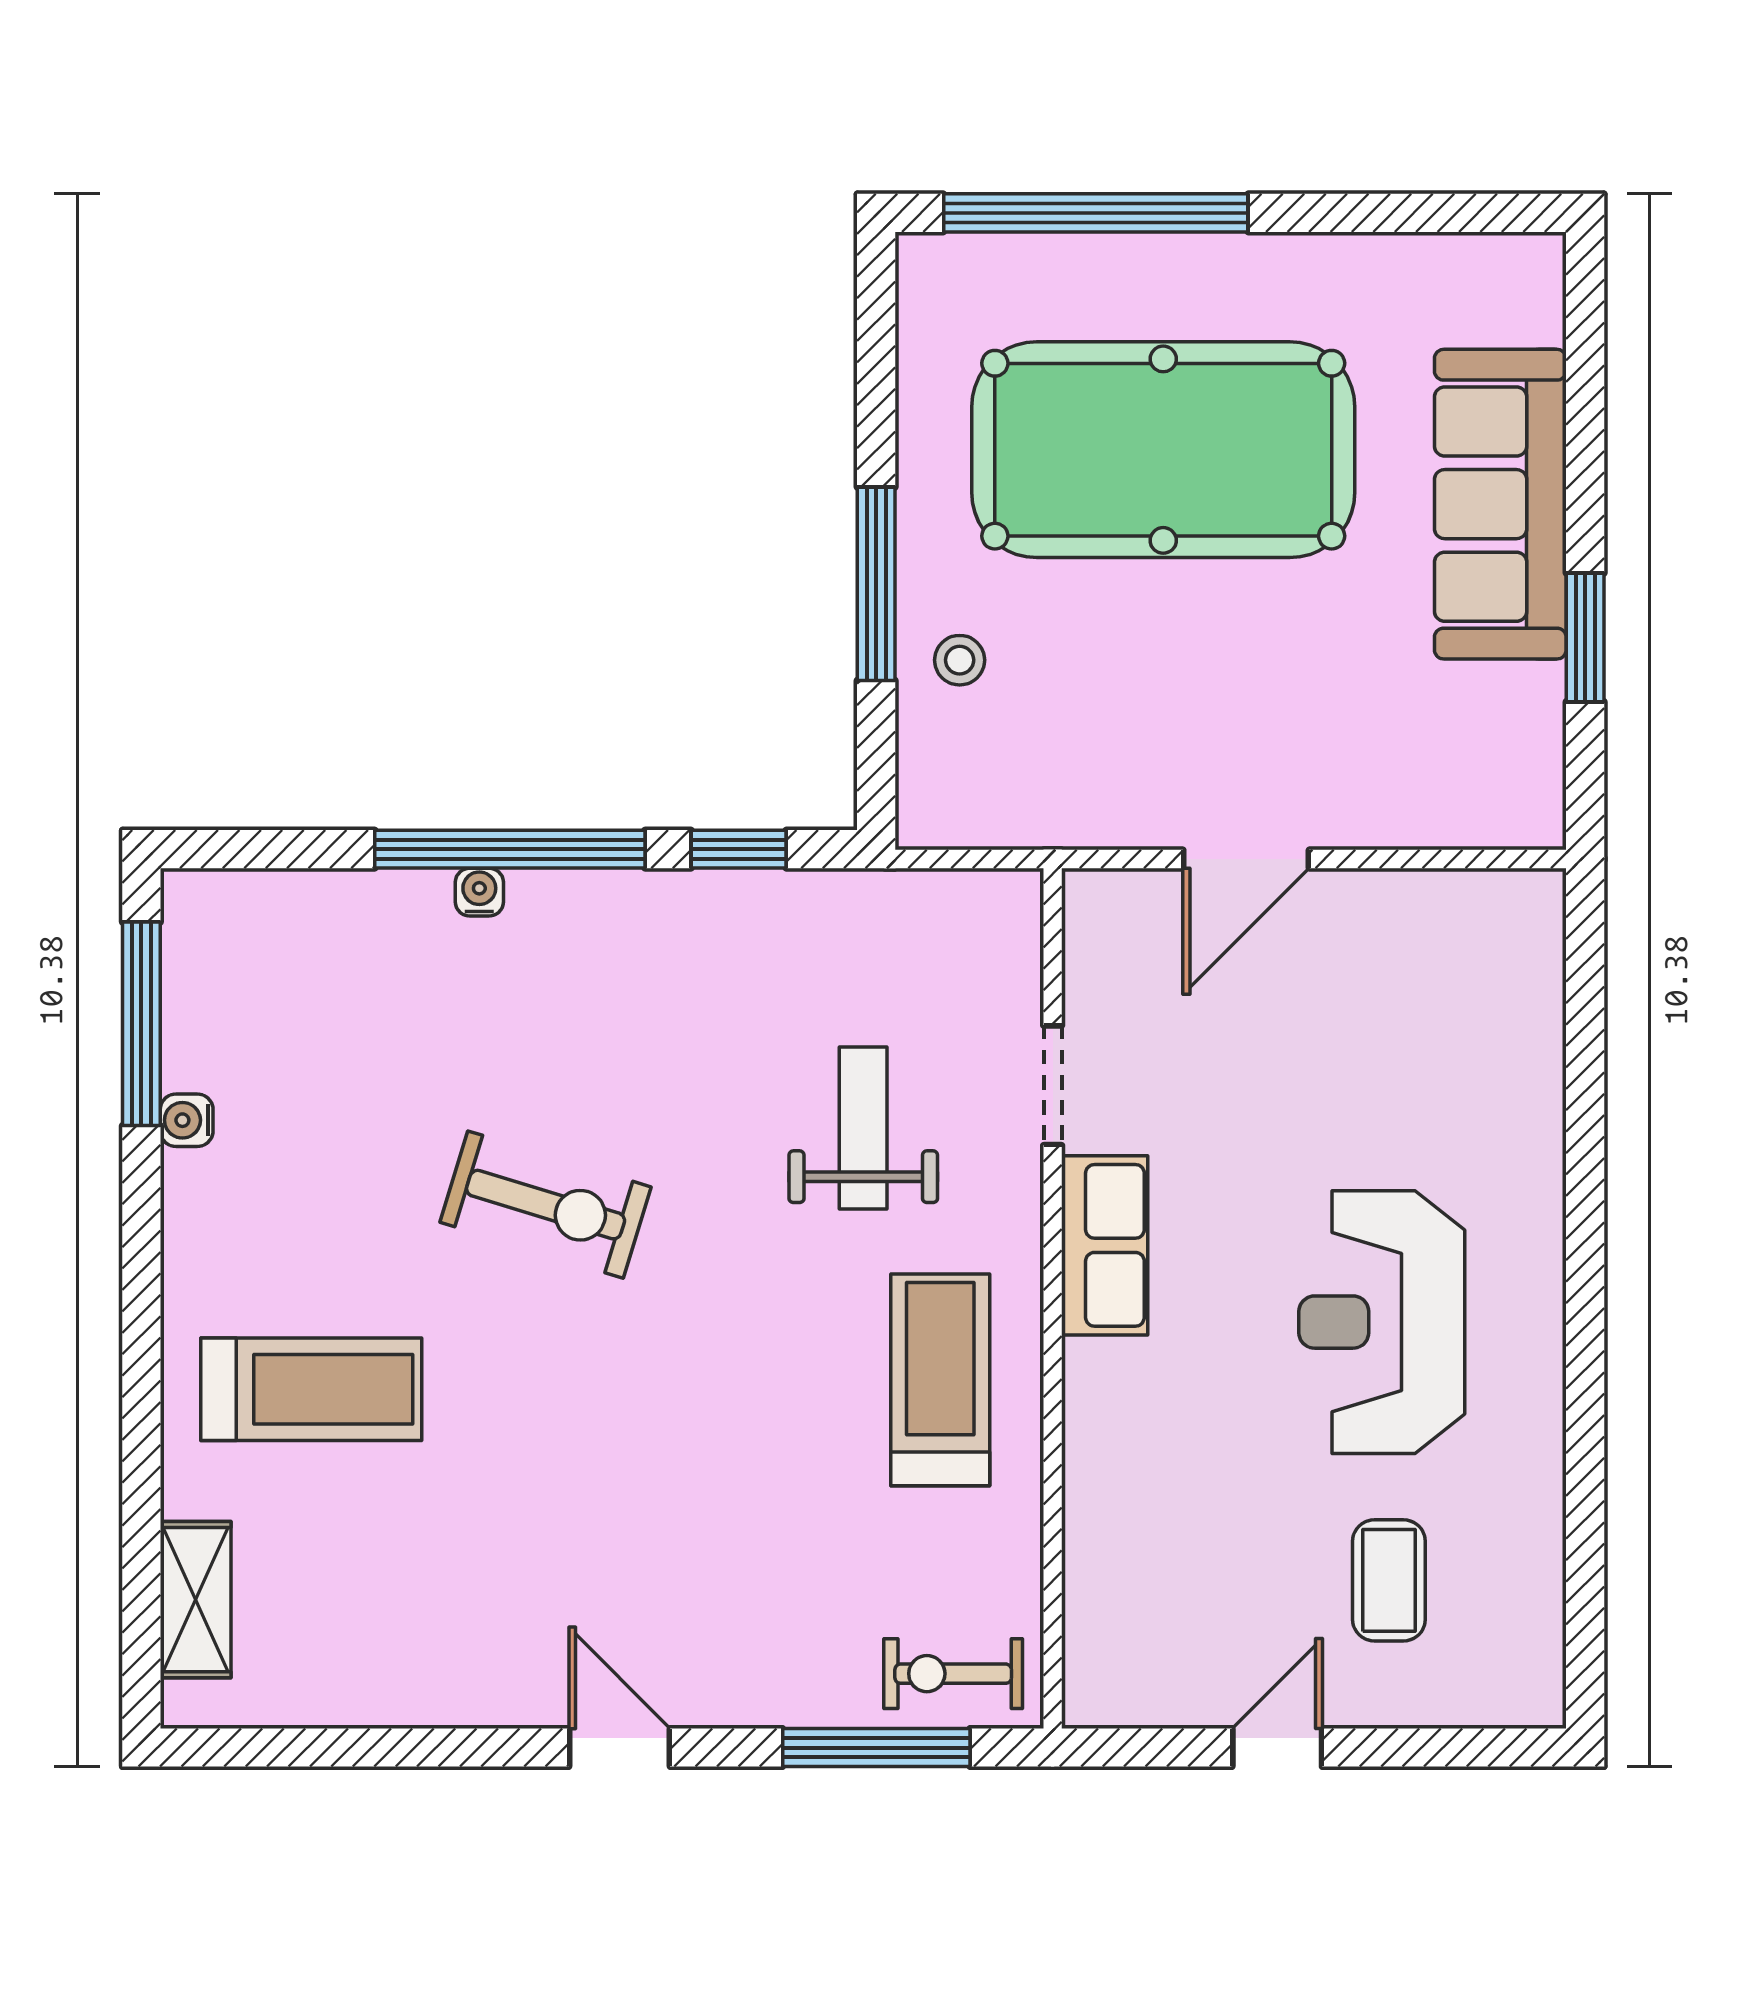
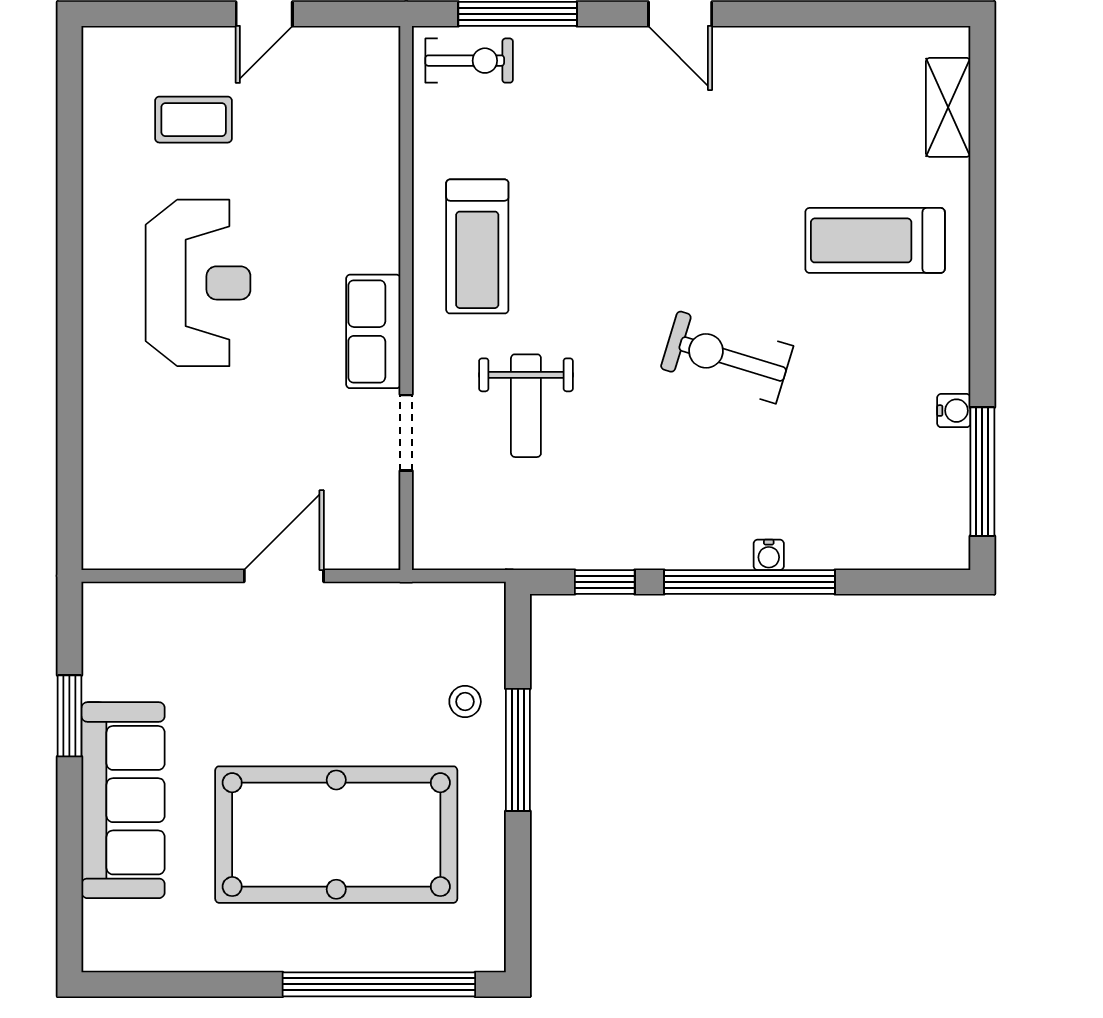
coffee table: (1389, 1580) -> (194, 120), turned 90

